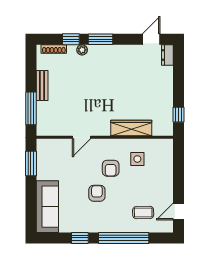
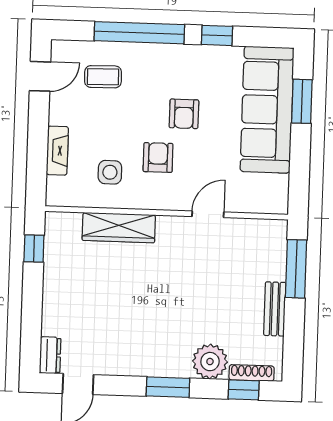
window: (71, 39) -> (244, 390), moved
plant: (82, 50) -> (210, 362), width x1.88, depth x1.88
window: (31, 164) -> (302, 101), moved
fireplace: (167, 170) -> (57, 151), added
sofa: (47, 207) -> (267, 110), width x1.36, depth x1.27

